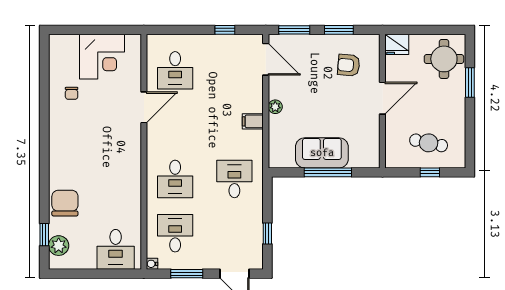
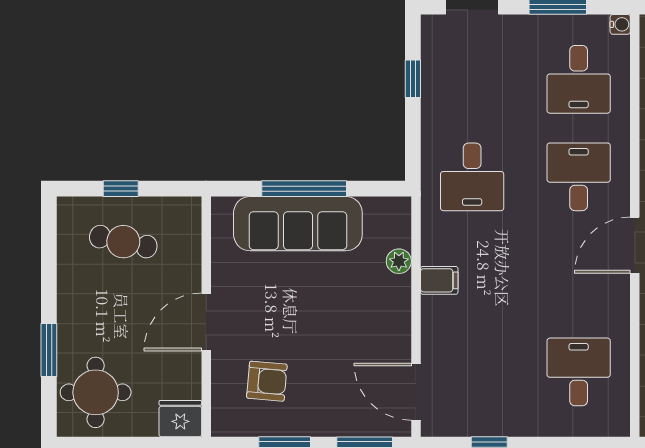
door: (144, 107) -> (635, 245), moved
plant: (275, 107) -> (399, 261), moved
sofa: (322, 153) -> (298, 224), width x1.36

